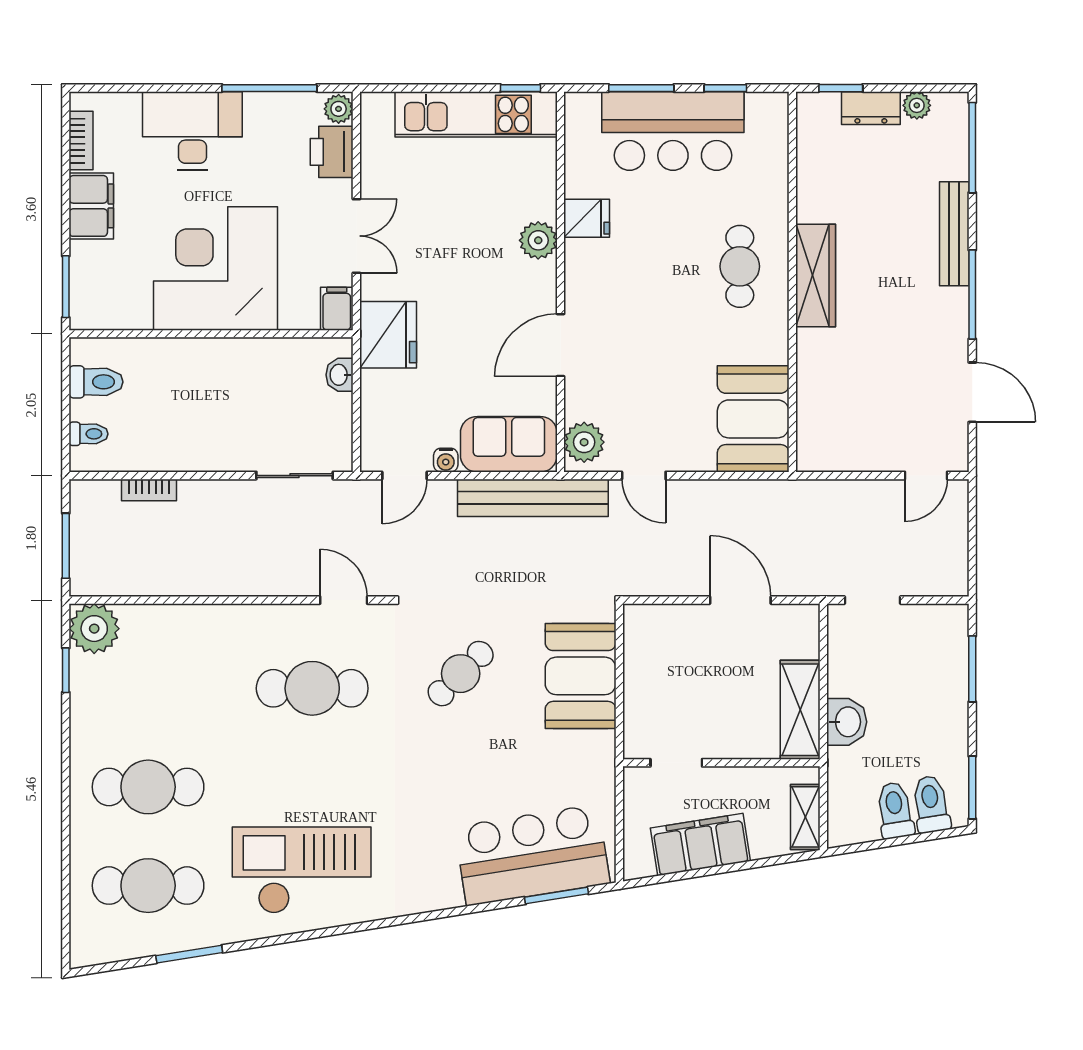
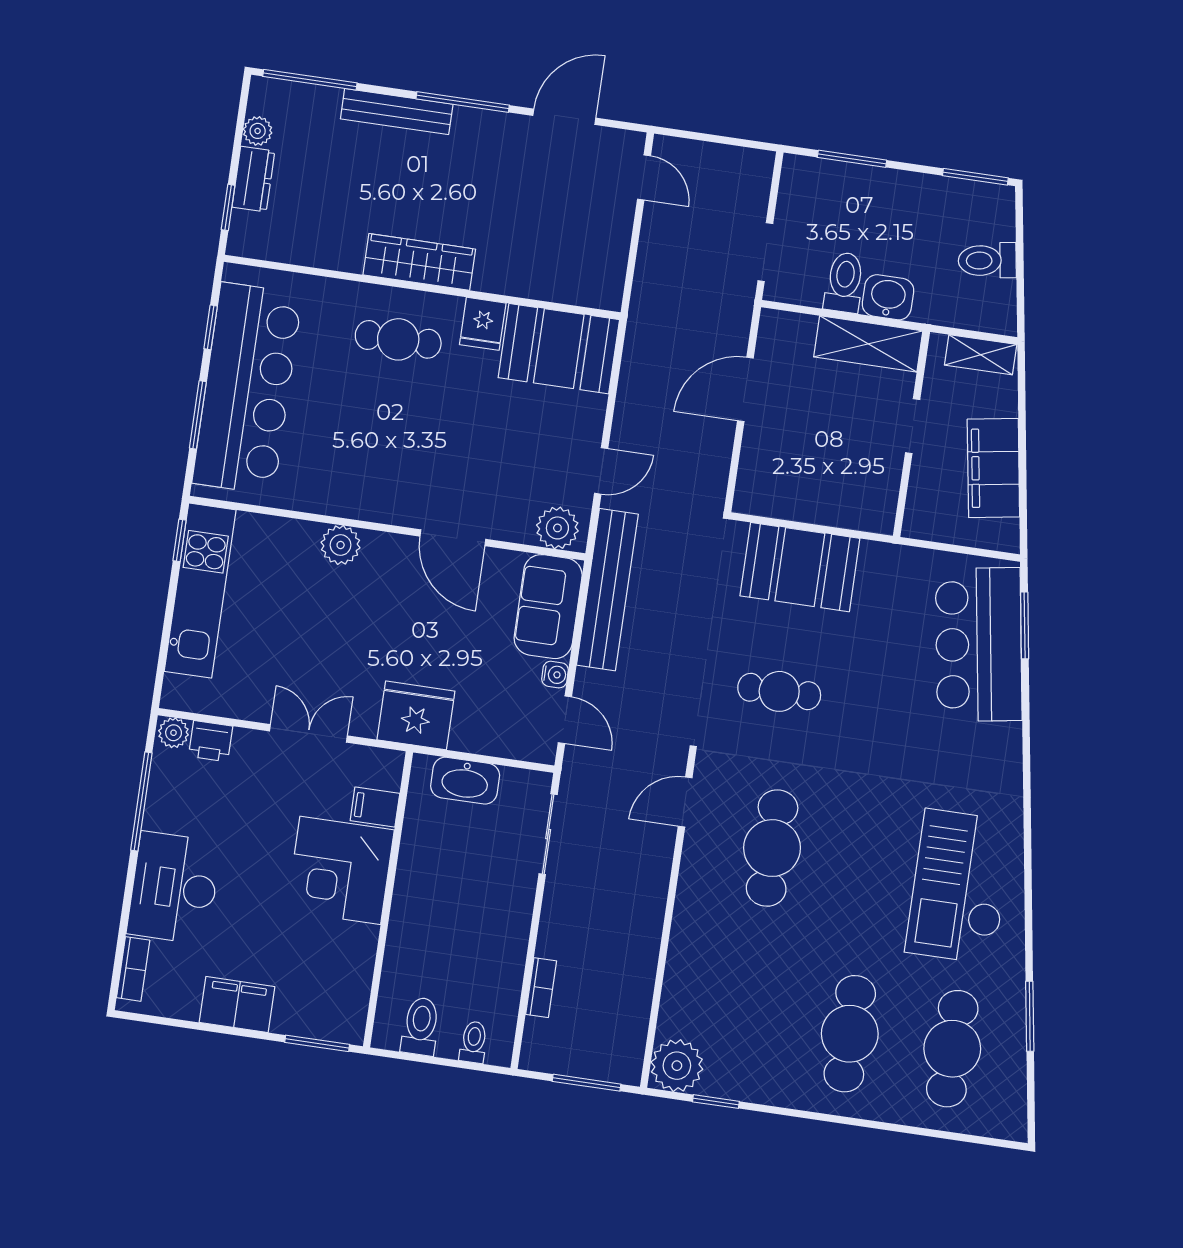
bar counter: (673, 131) -> (247, 388), width x1.36
bookcase: (81, 141) -> (133, 969), moved, turned 90
printer: (332, 152) -> (211, 741), width x0.73, depth x0.81
fridge: (587, 218) -> (483, 324), moved, turned 180
corner desk: (215, 268) -> (340, 870), width x0.74, depth x0.74
filing cabinet: (337, 309) -> (375, 807), moved
washbasin: (339, 375) -> (465, 781), width x1.91, depth x1.45
cafe table: (461, 674) -> (779, 691), turned -45
doorway: (676, 763) -> (913, 426), moved
toilet: (931, 804) -> (844, 282), moved, turned 99

